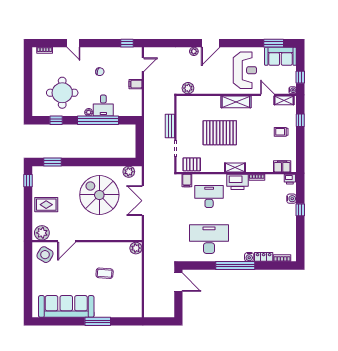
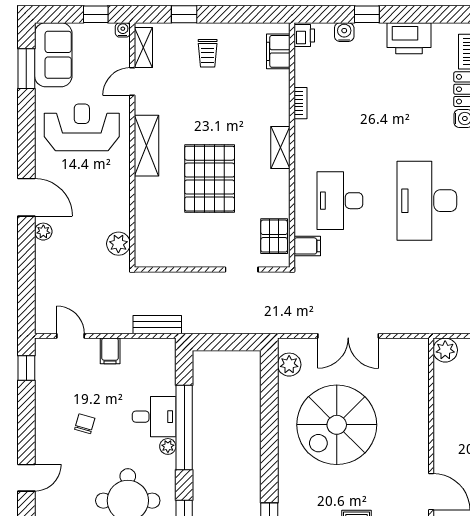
bench: (170, 126) -> (157, 325), moved
printer: (237, 182) -> (409, 38), moved, turned 90

